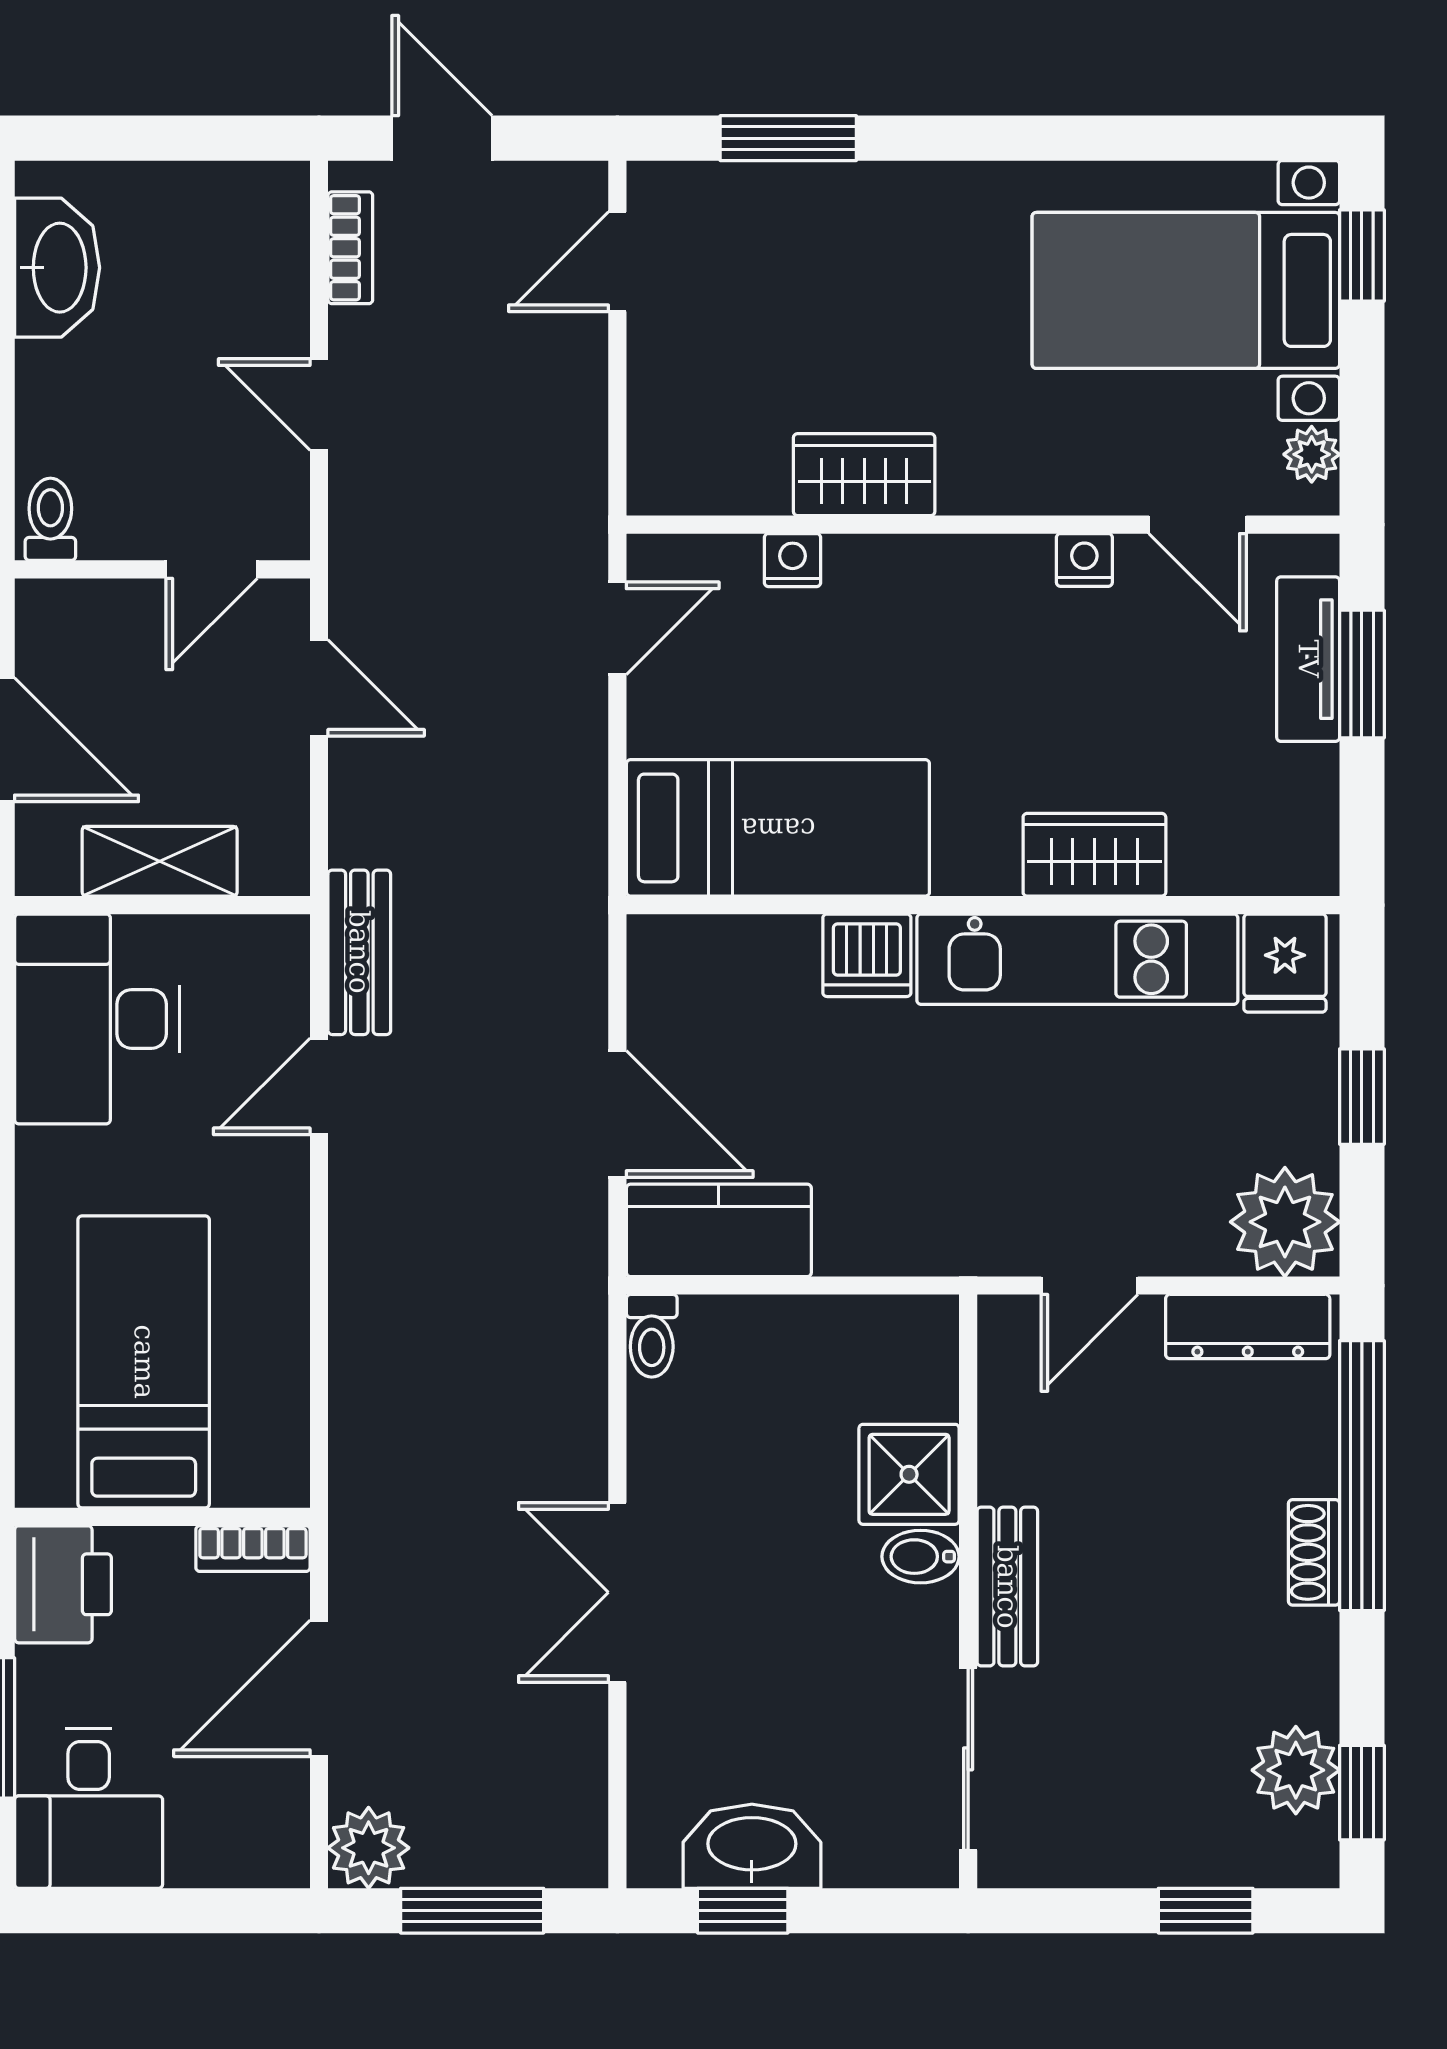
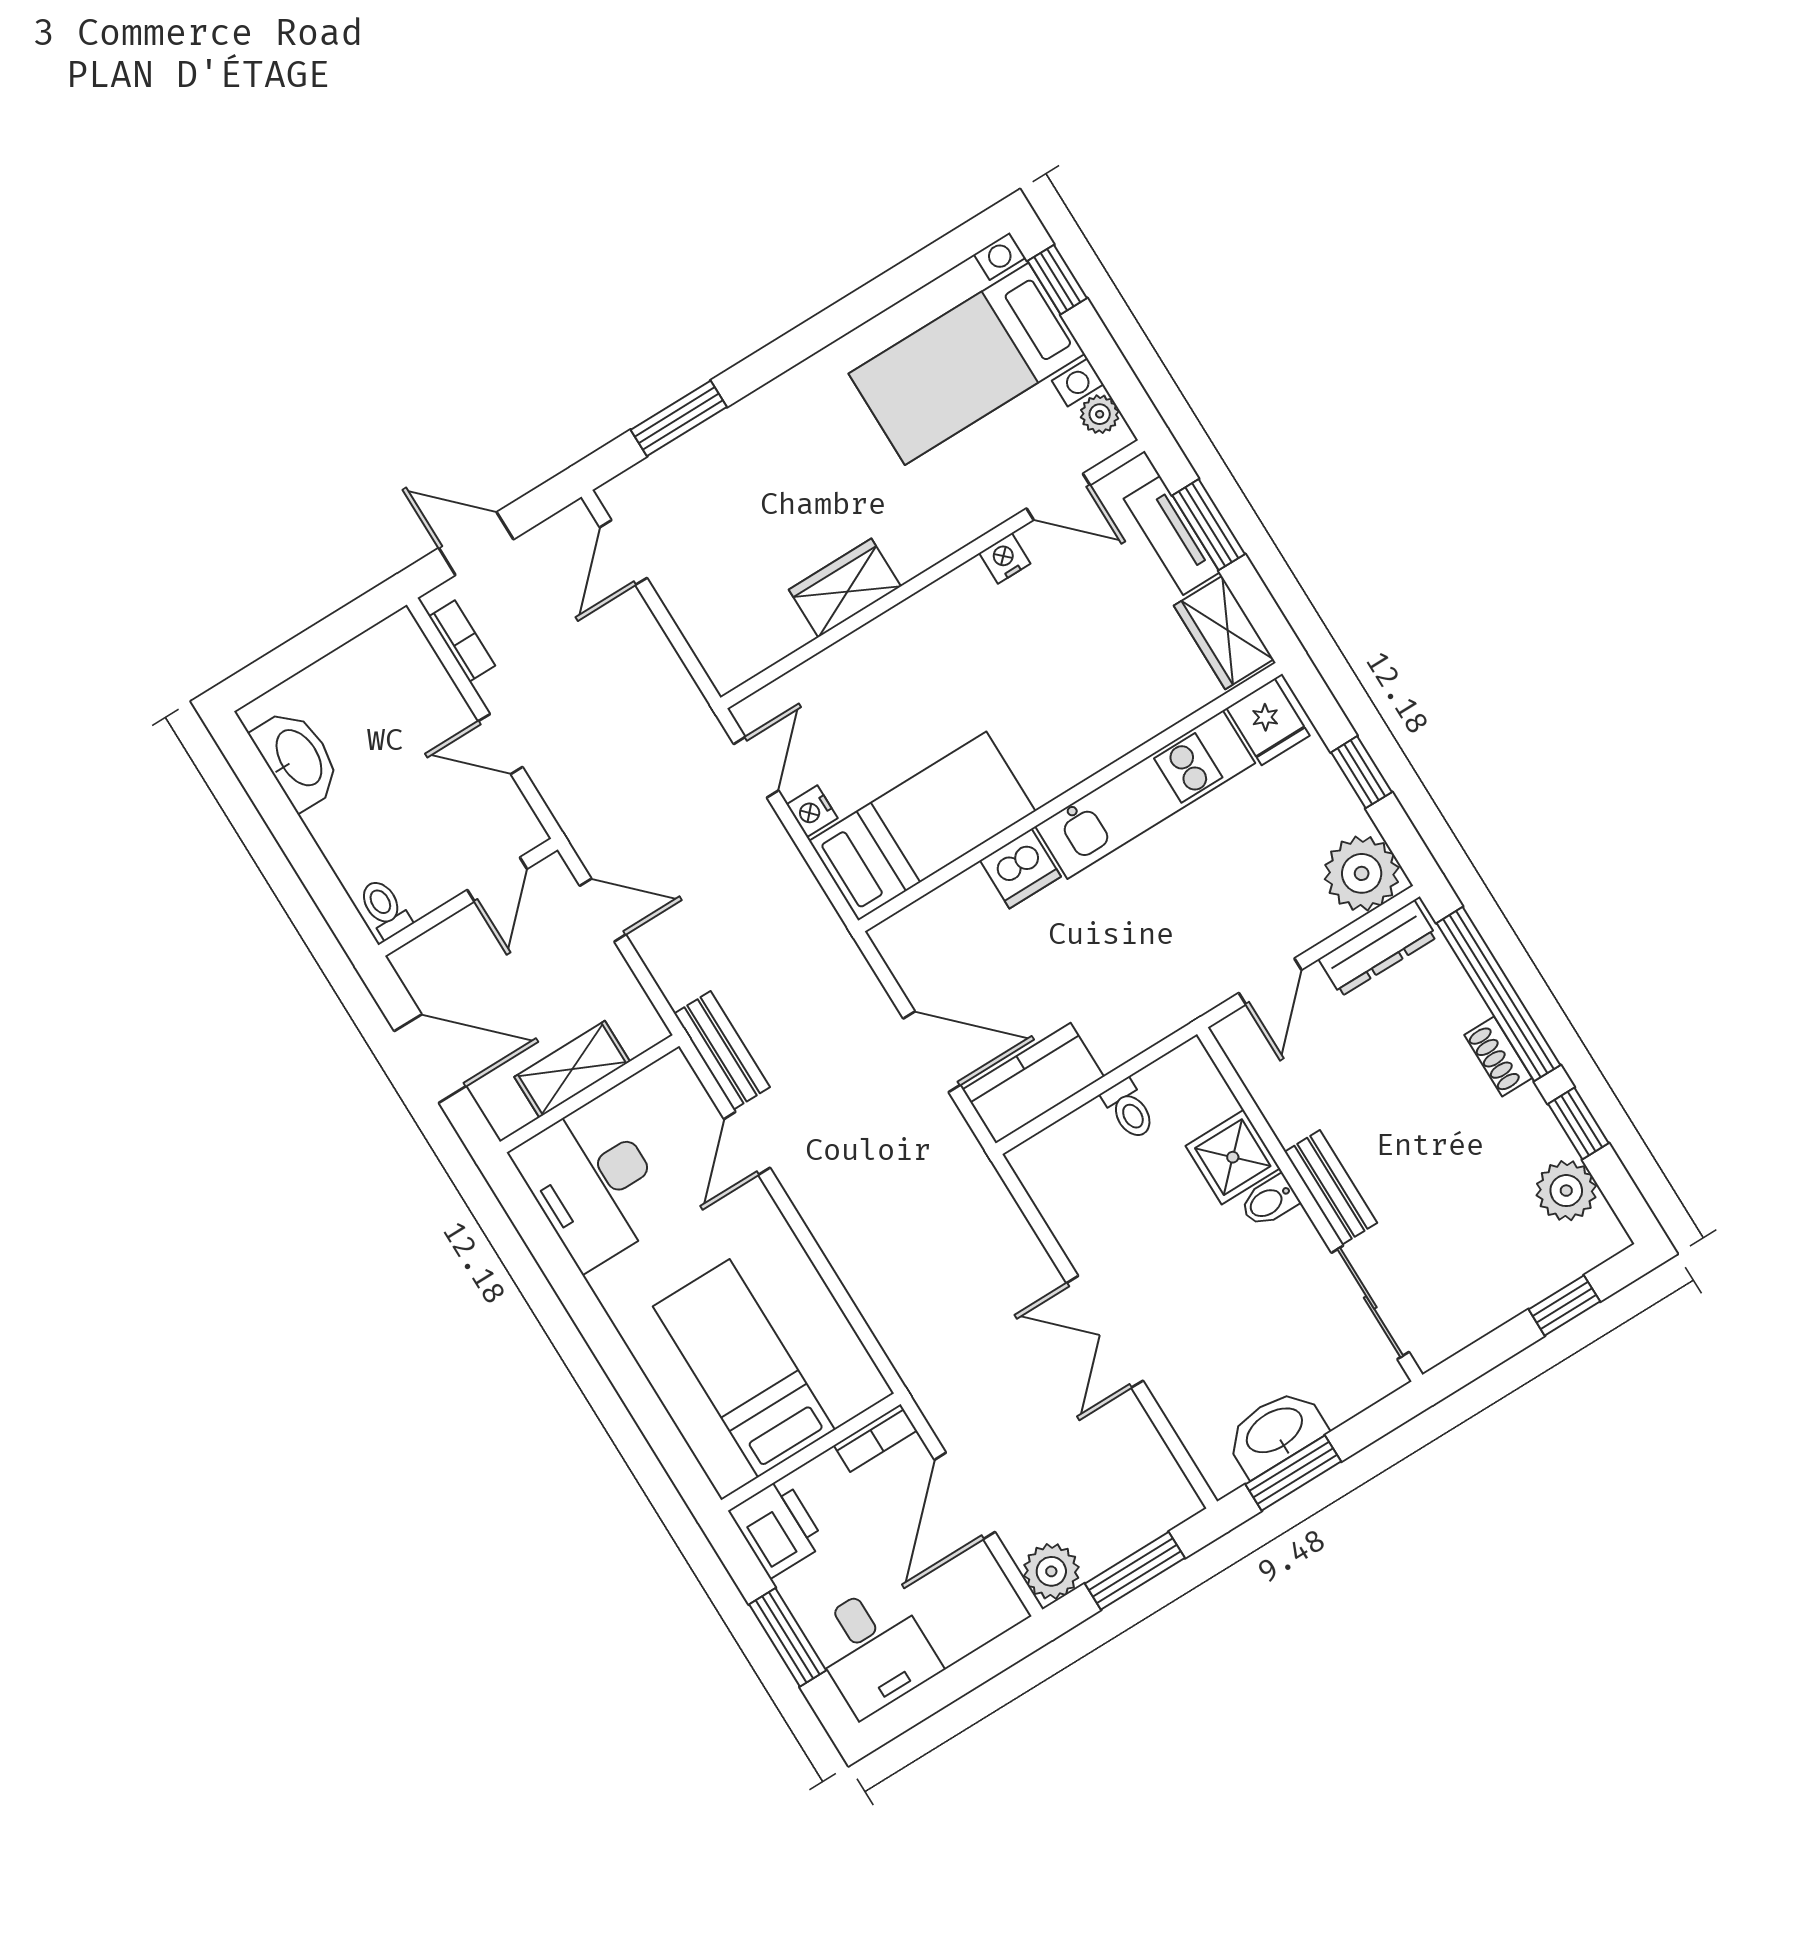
nightstand: (793, 560) -> (812, 811), moved, turned -90
wardrobe: (1094, 855) -> (1224, 633), moved, turned -90
toilet: (652, 1336) -> (1129, 1109), moved
window: (1362, 1793) -> (1578, 1123), moved
window: (743, 1911) -> (1293, 1473), width x1.50

